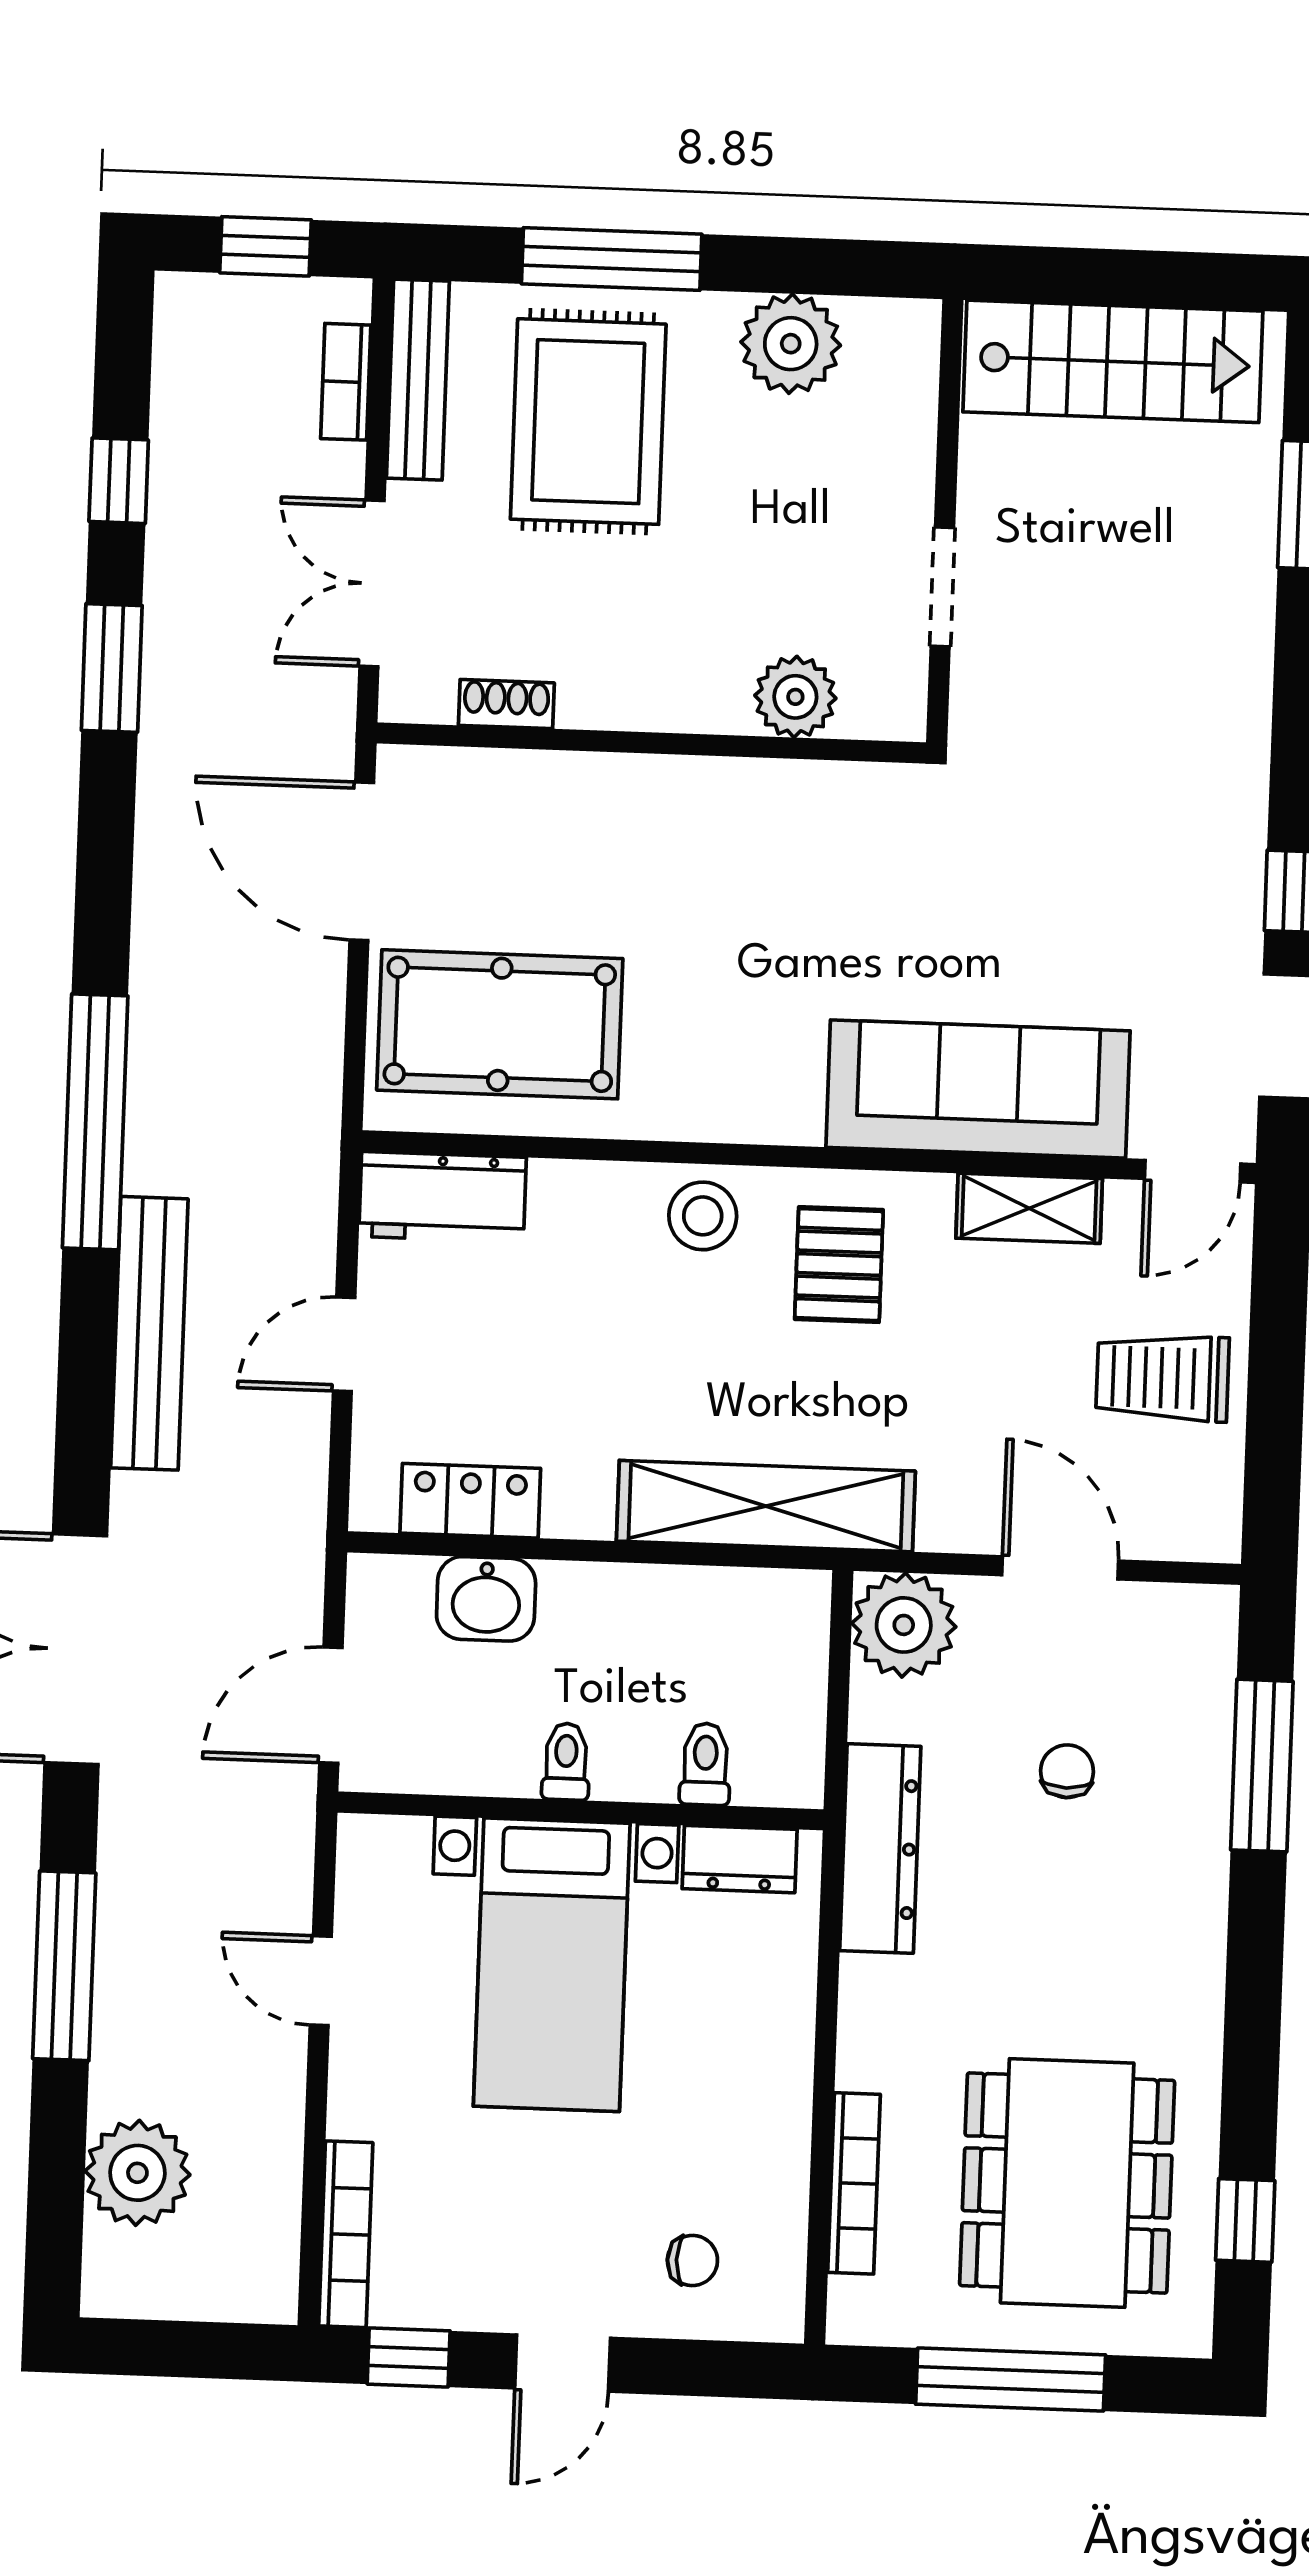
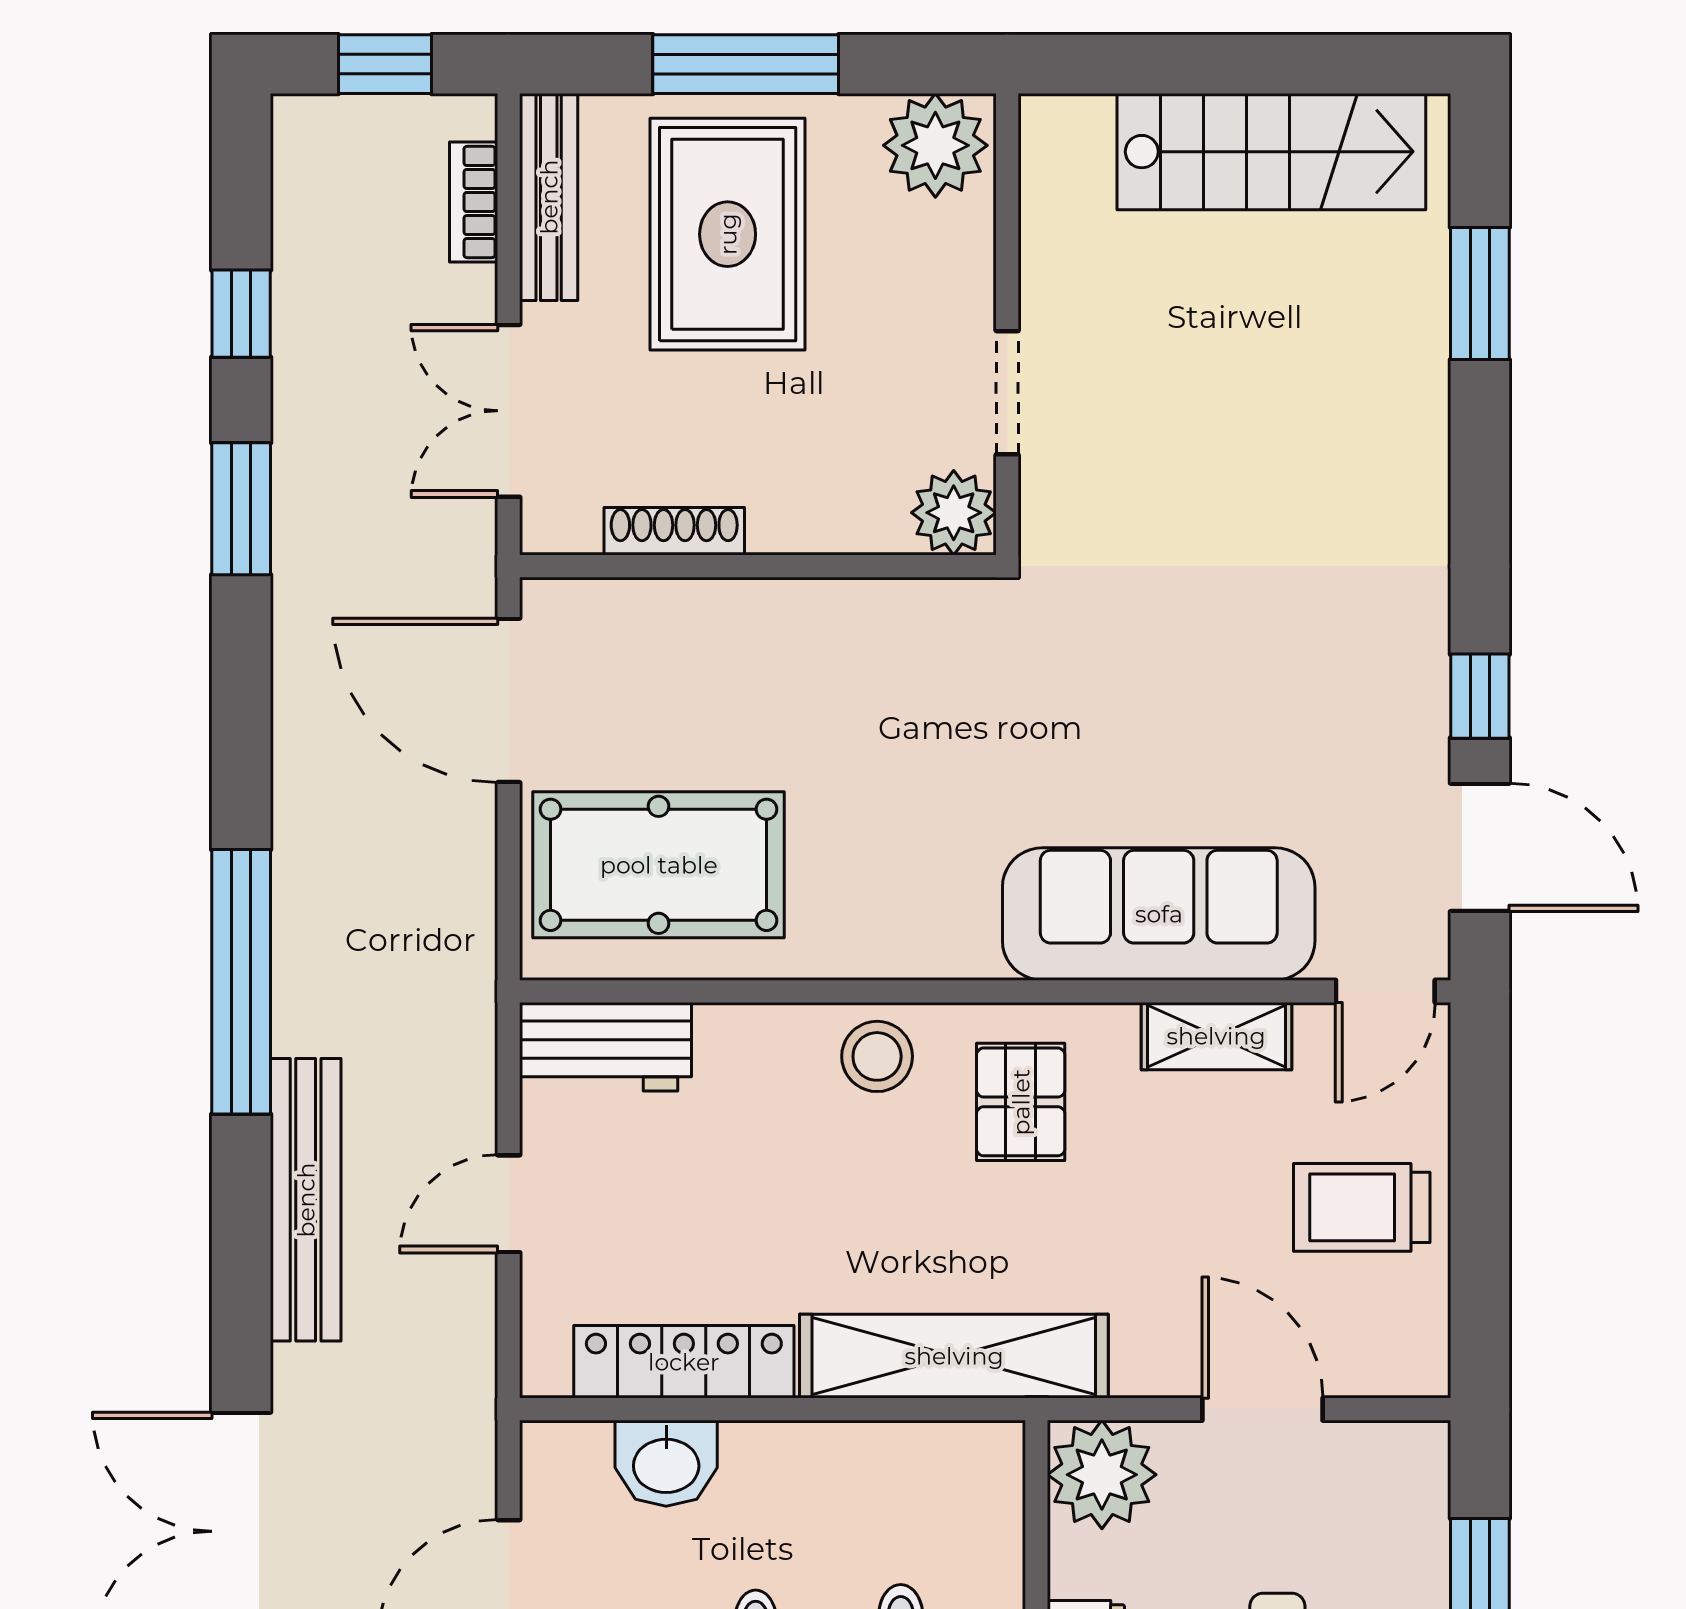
wall: (945, 521) -> (1007, 324), moved
doorway: (942, 587) -> (1007, 393), moved
shoe rack: (506, 704) -> (674, 531), width x1.43
locker: (470, 1501) -> (684, 1362), width x1.53

